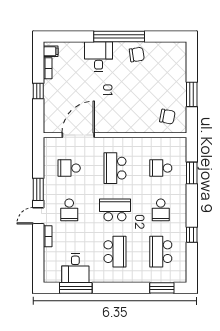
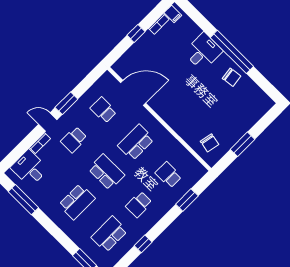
desk: (75, 268) -> (29, 168), moved, turned 90

